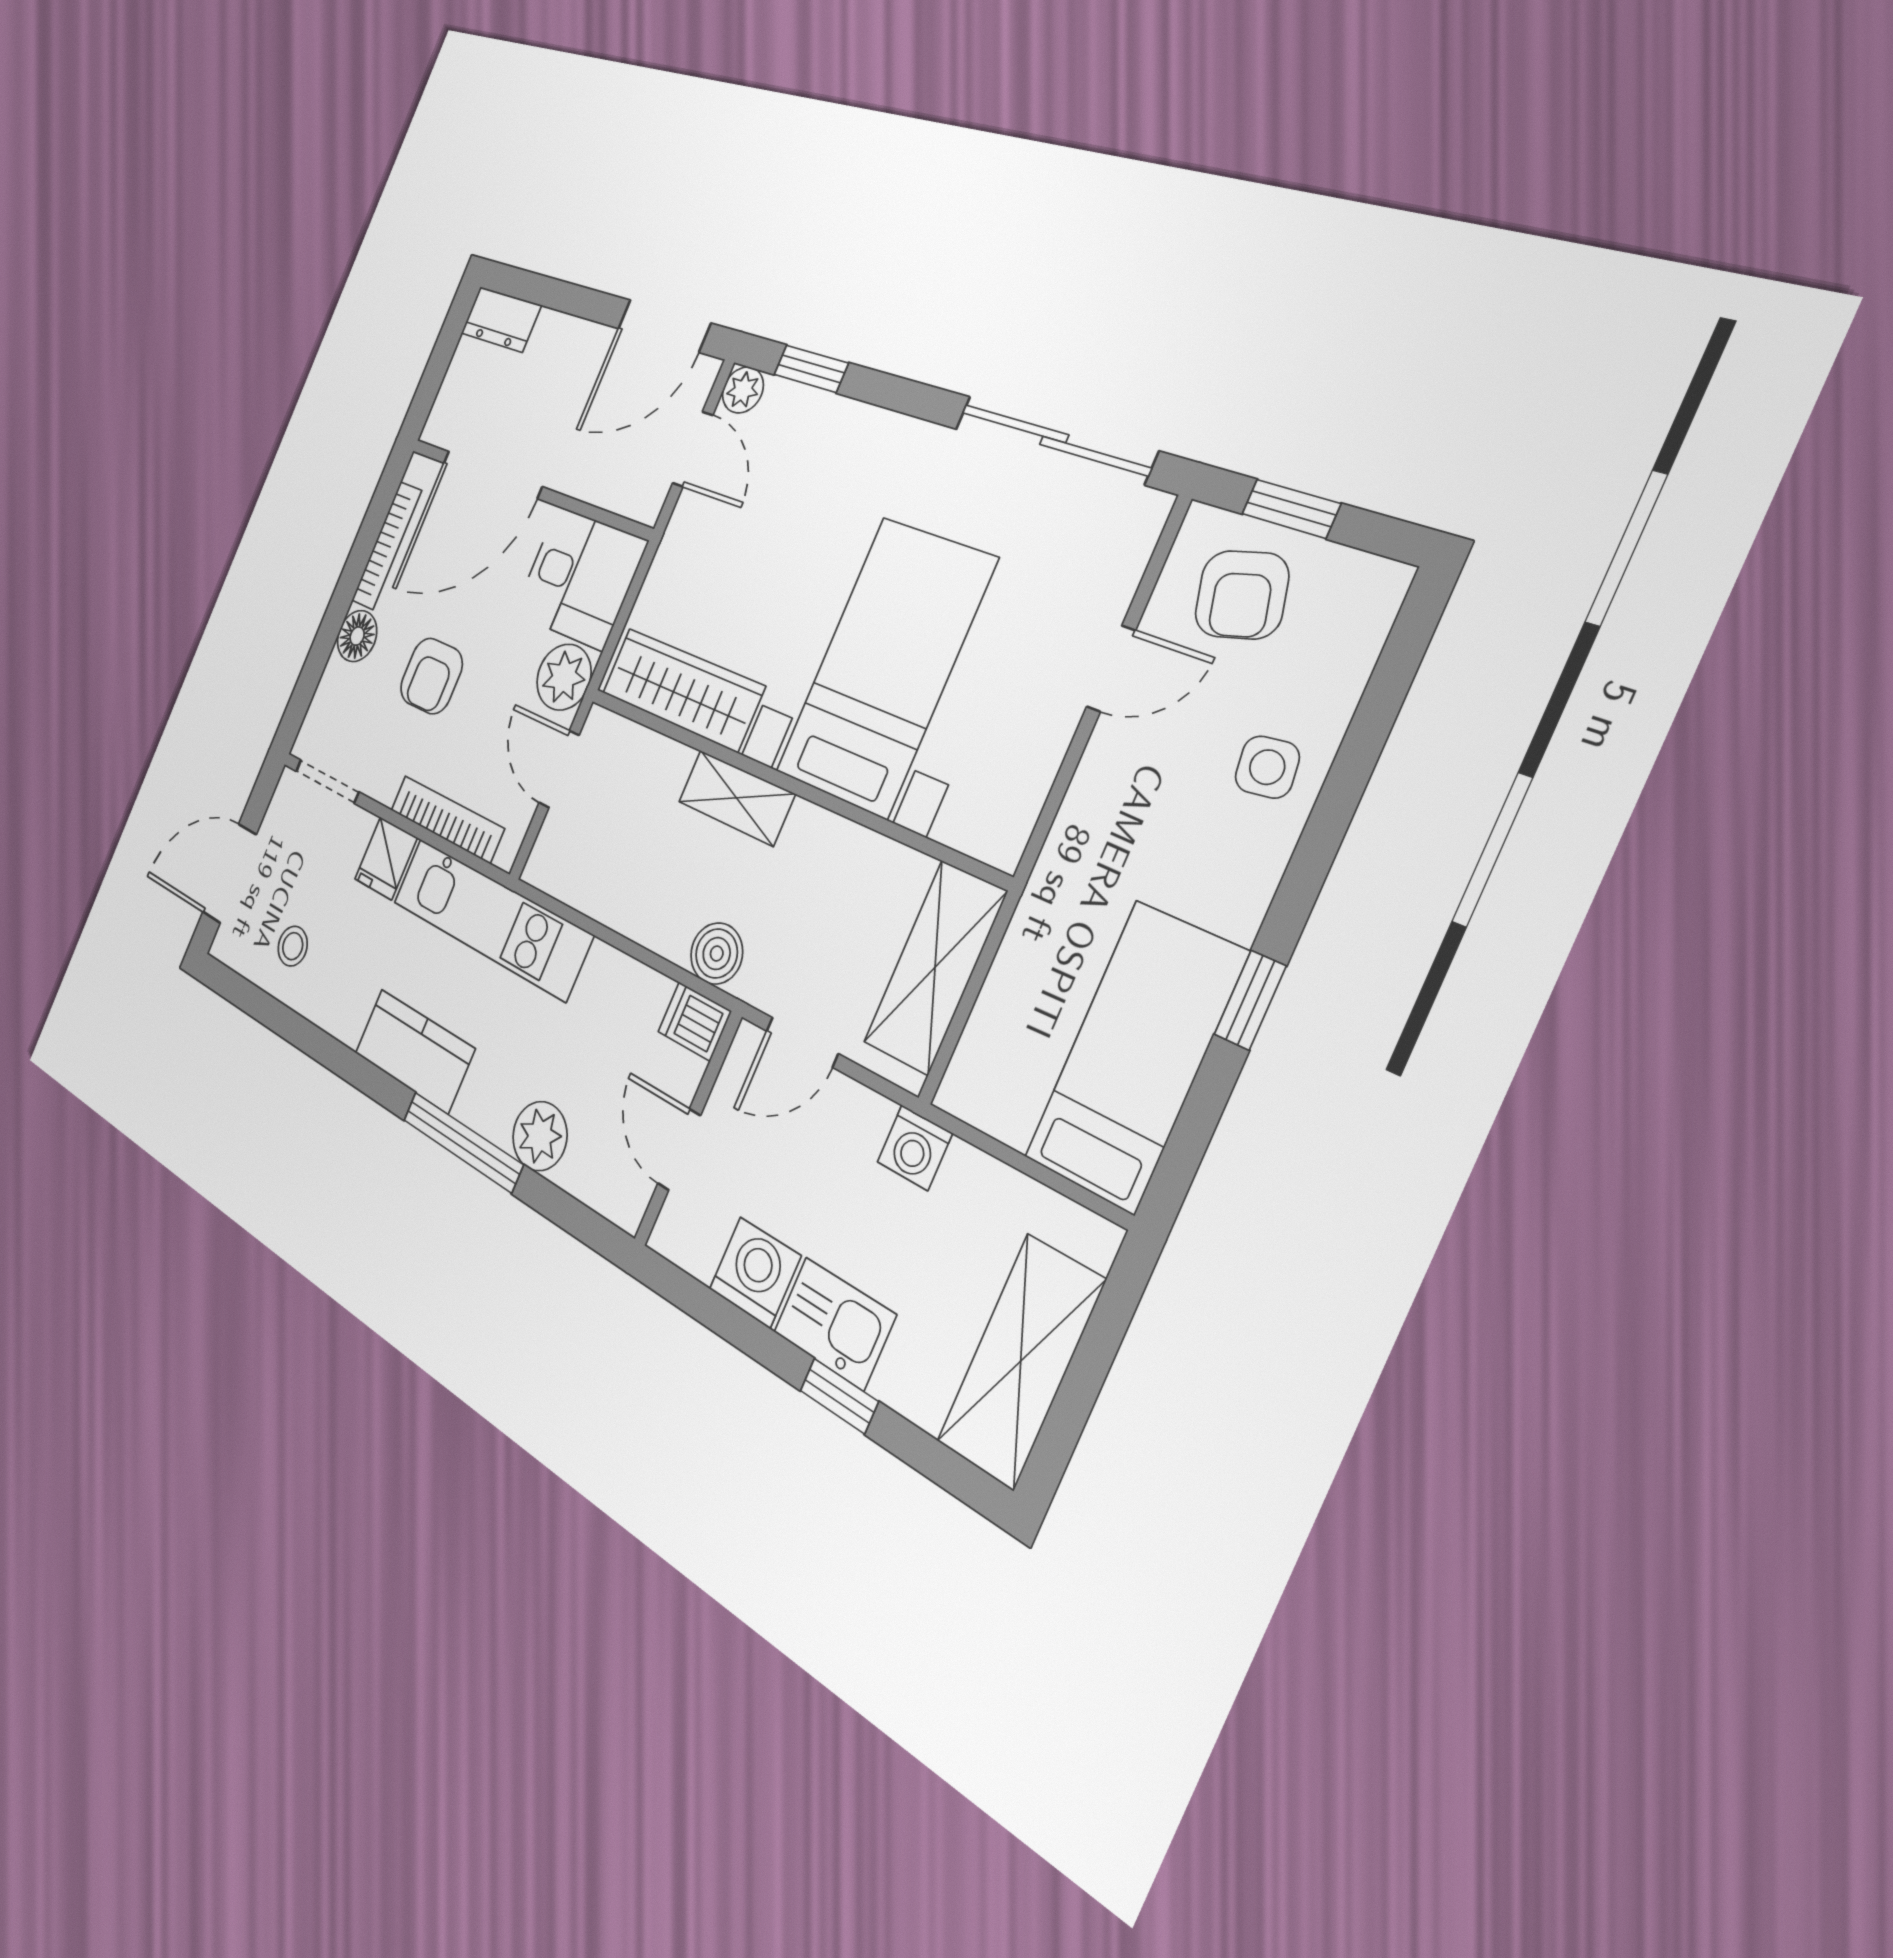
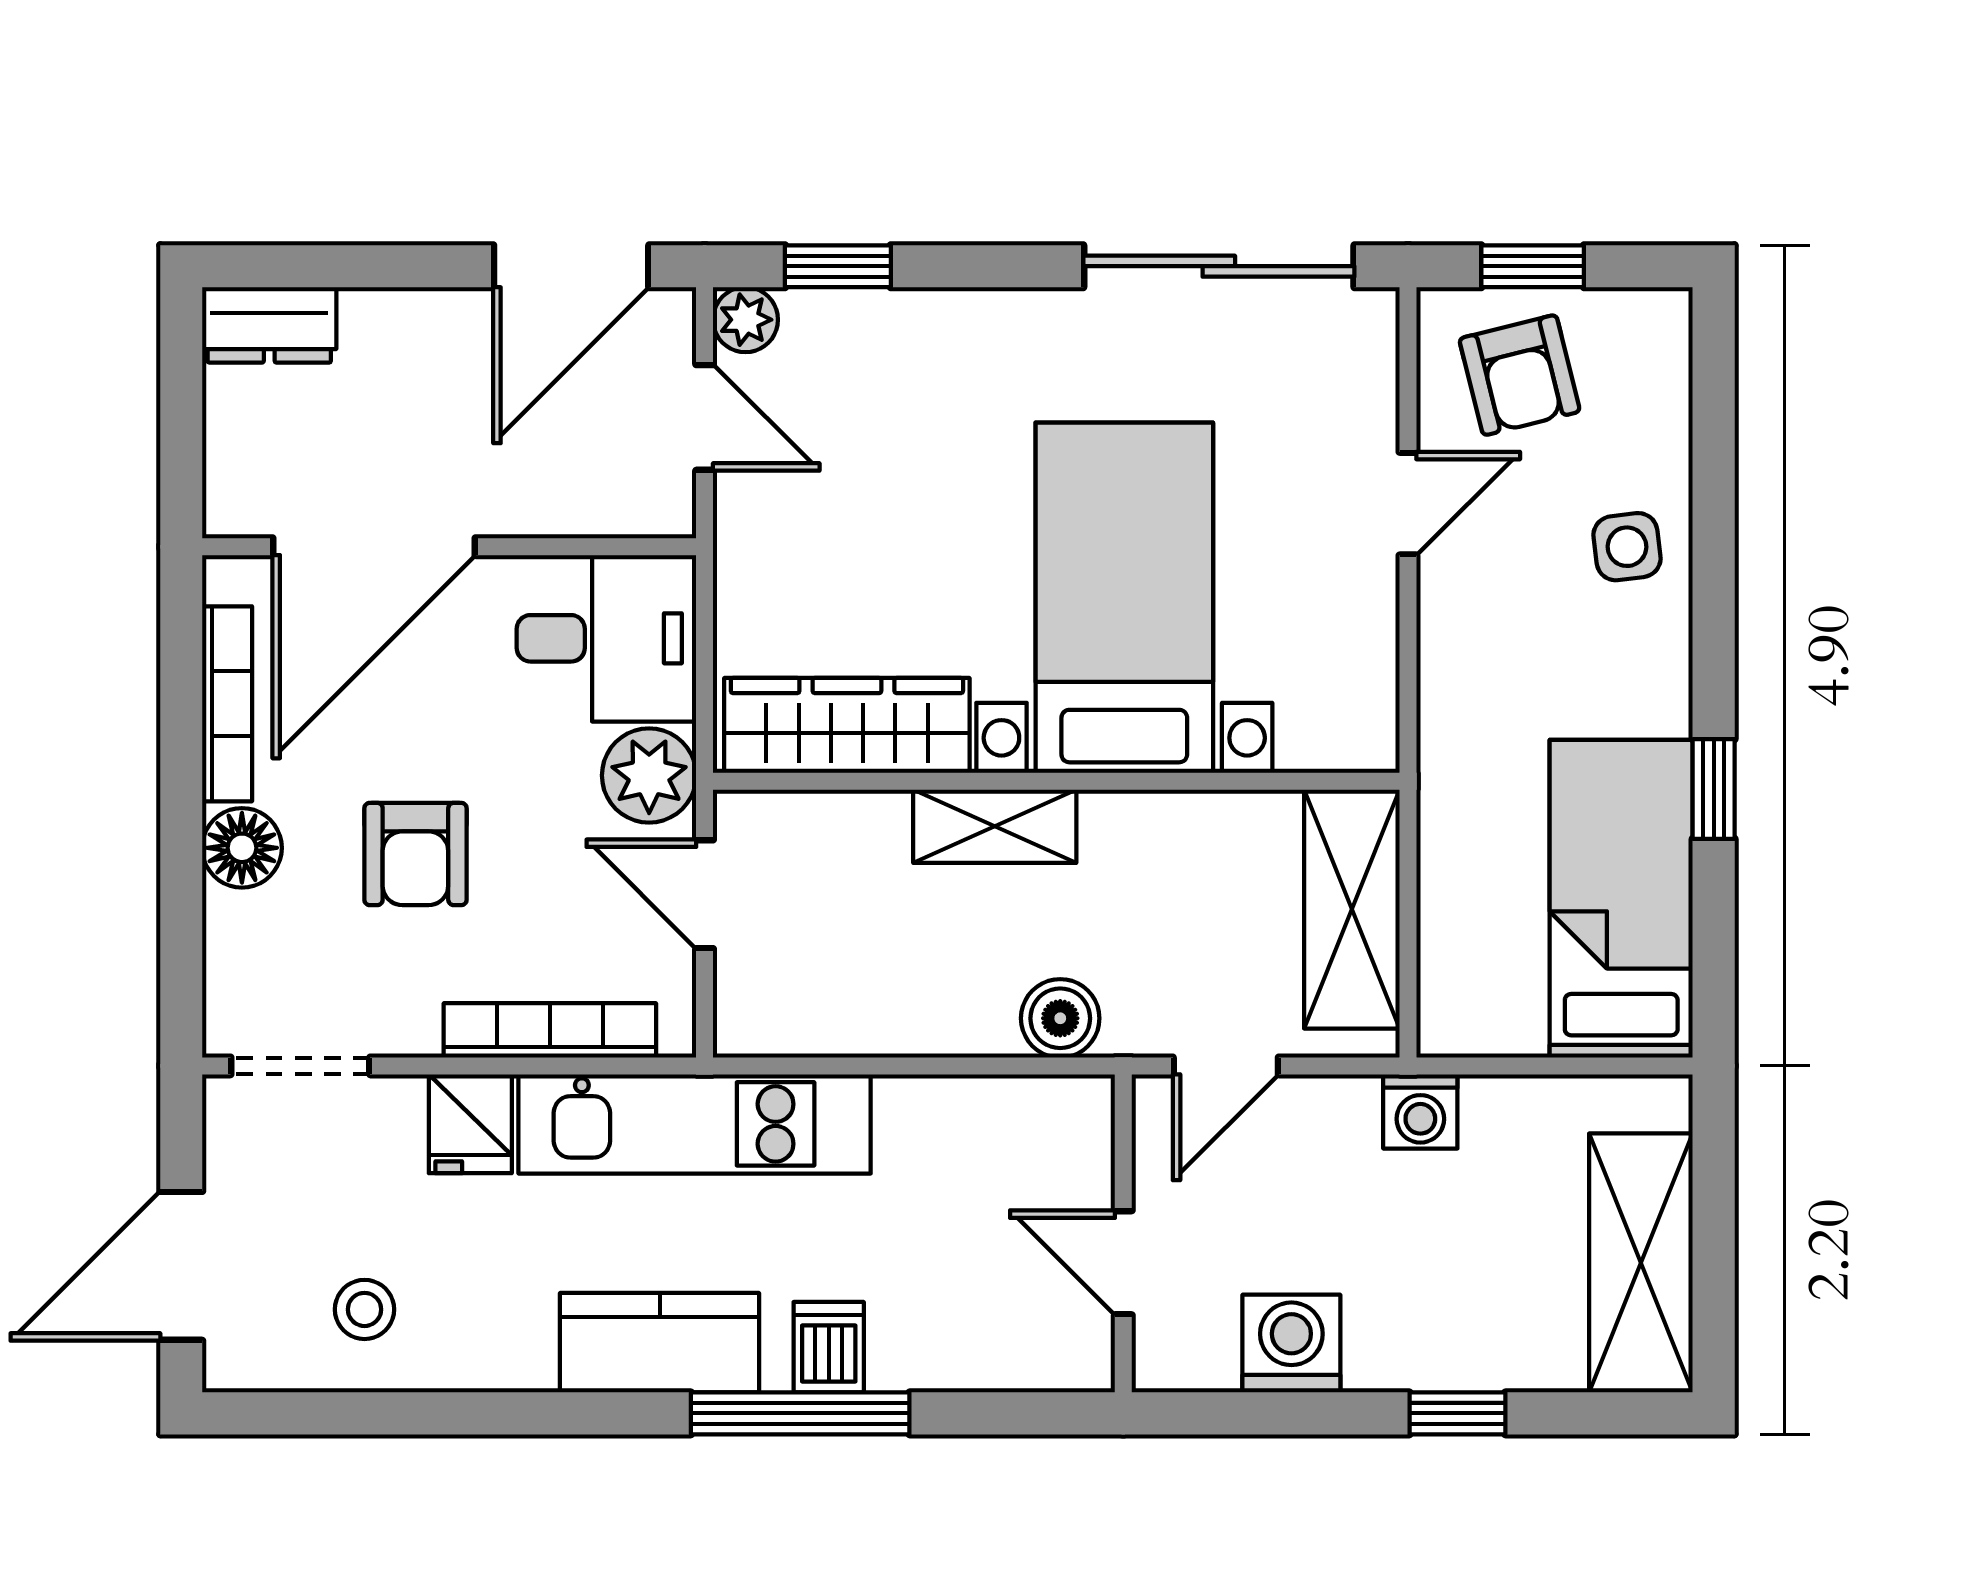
dishwasher: (695, 1021) -> (829, 1347), moved, turned 90
plant: (540, 1136) -> (916, 1347), removed
kitchen sink: (835, 1323) -> (1415, 1343), removed

